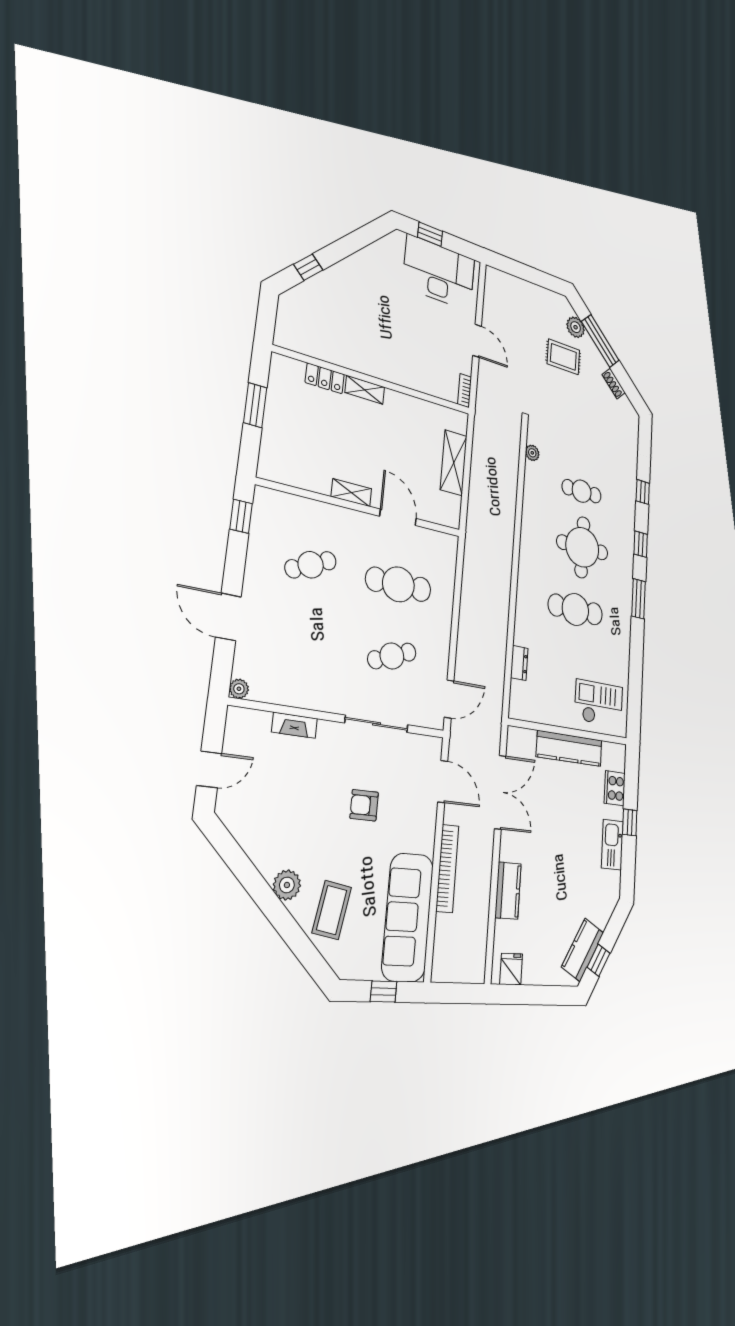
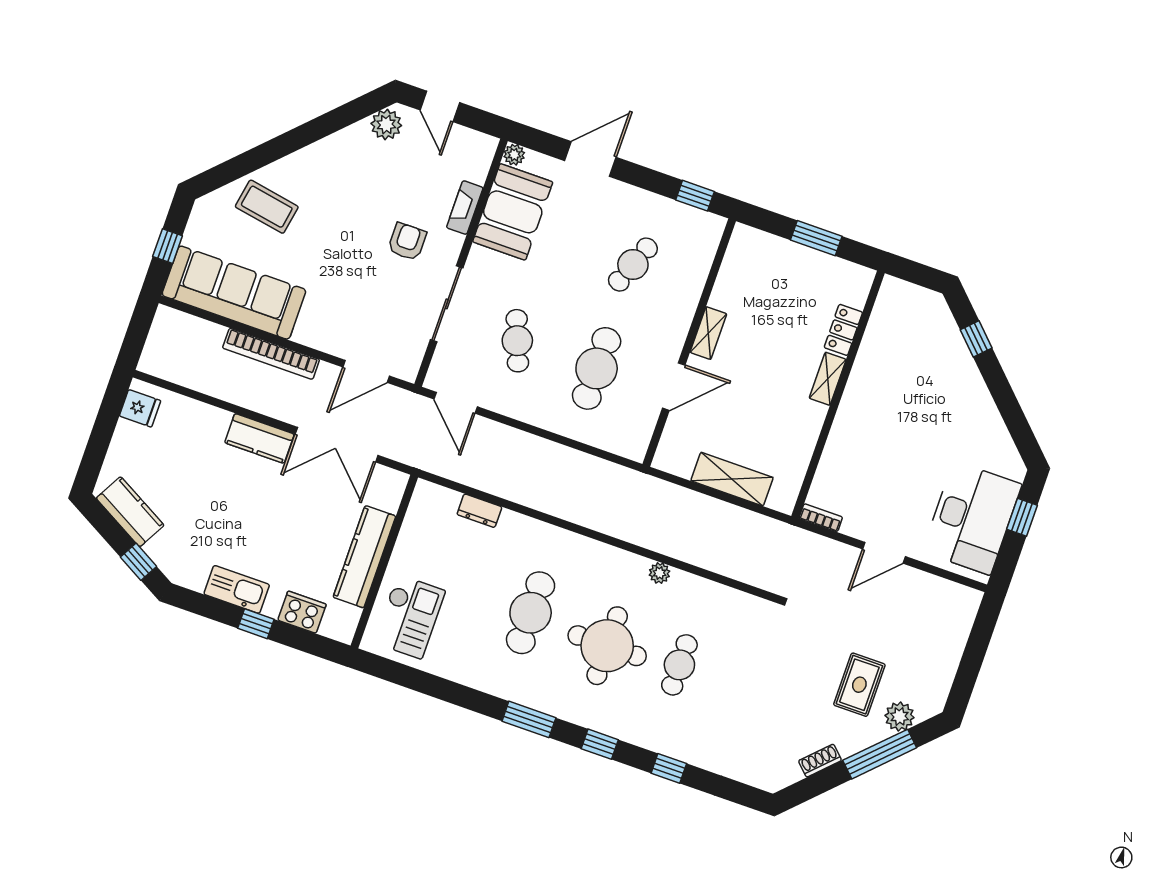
plant: (532, 453) -> (659, 573), moved
cafe table: (311, 565) -> (633, 265), turned 45
booth: (289, 680) -> (513, 212), added
armchair: (364, 805) -> (407, 242), moved
plant: (287, 885) -> (386, 124), moved
kitchen counter: (508, 891) -> (259, 438), moved
window: (599, 960) -> (139, 562), moved

